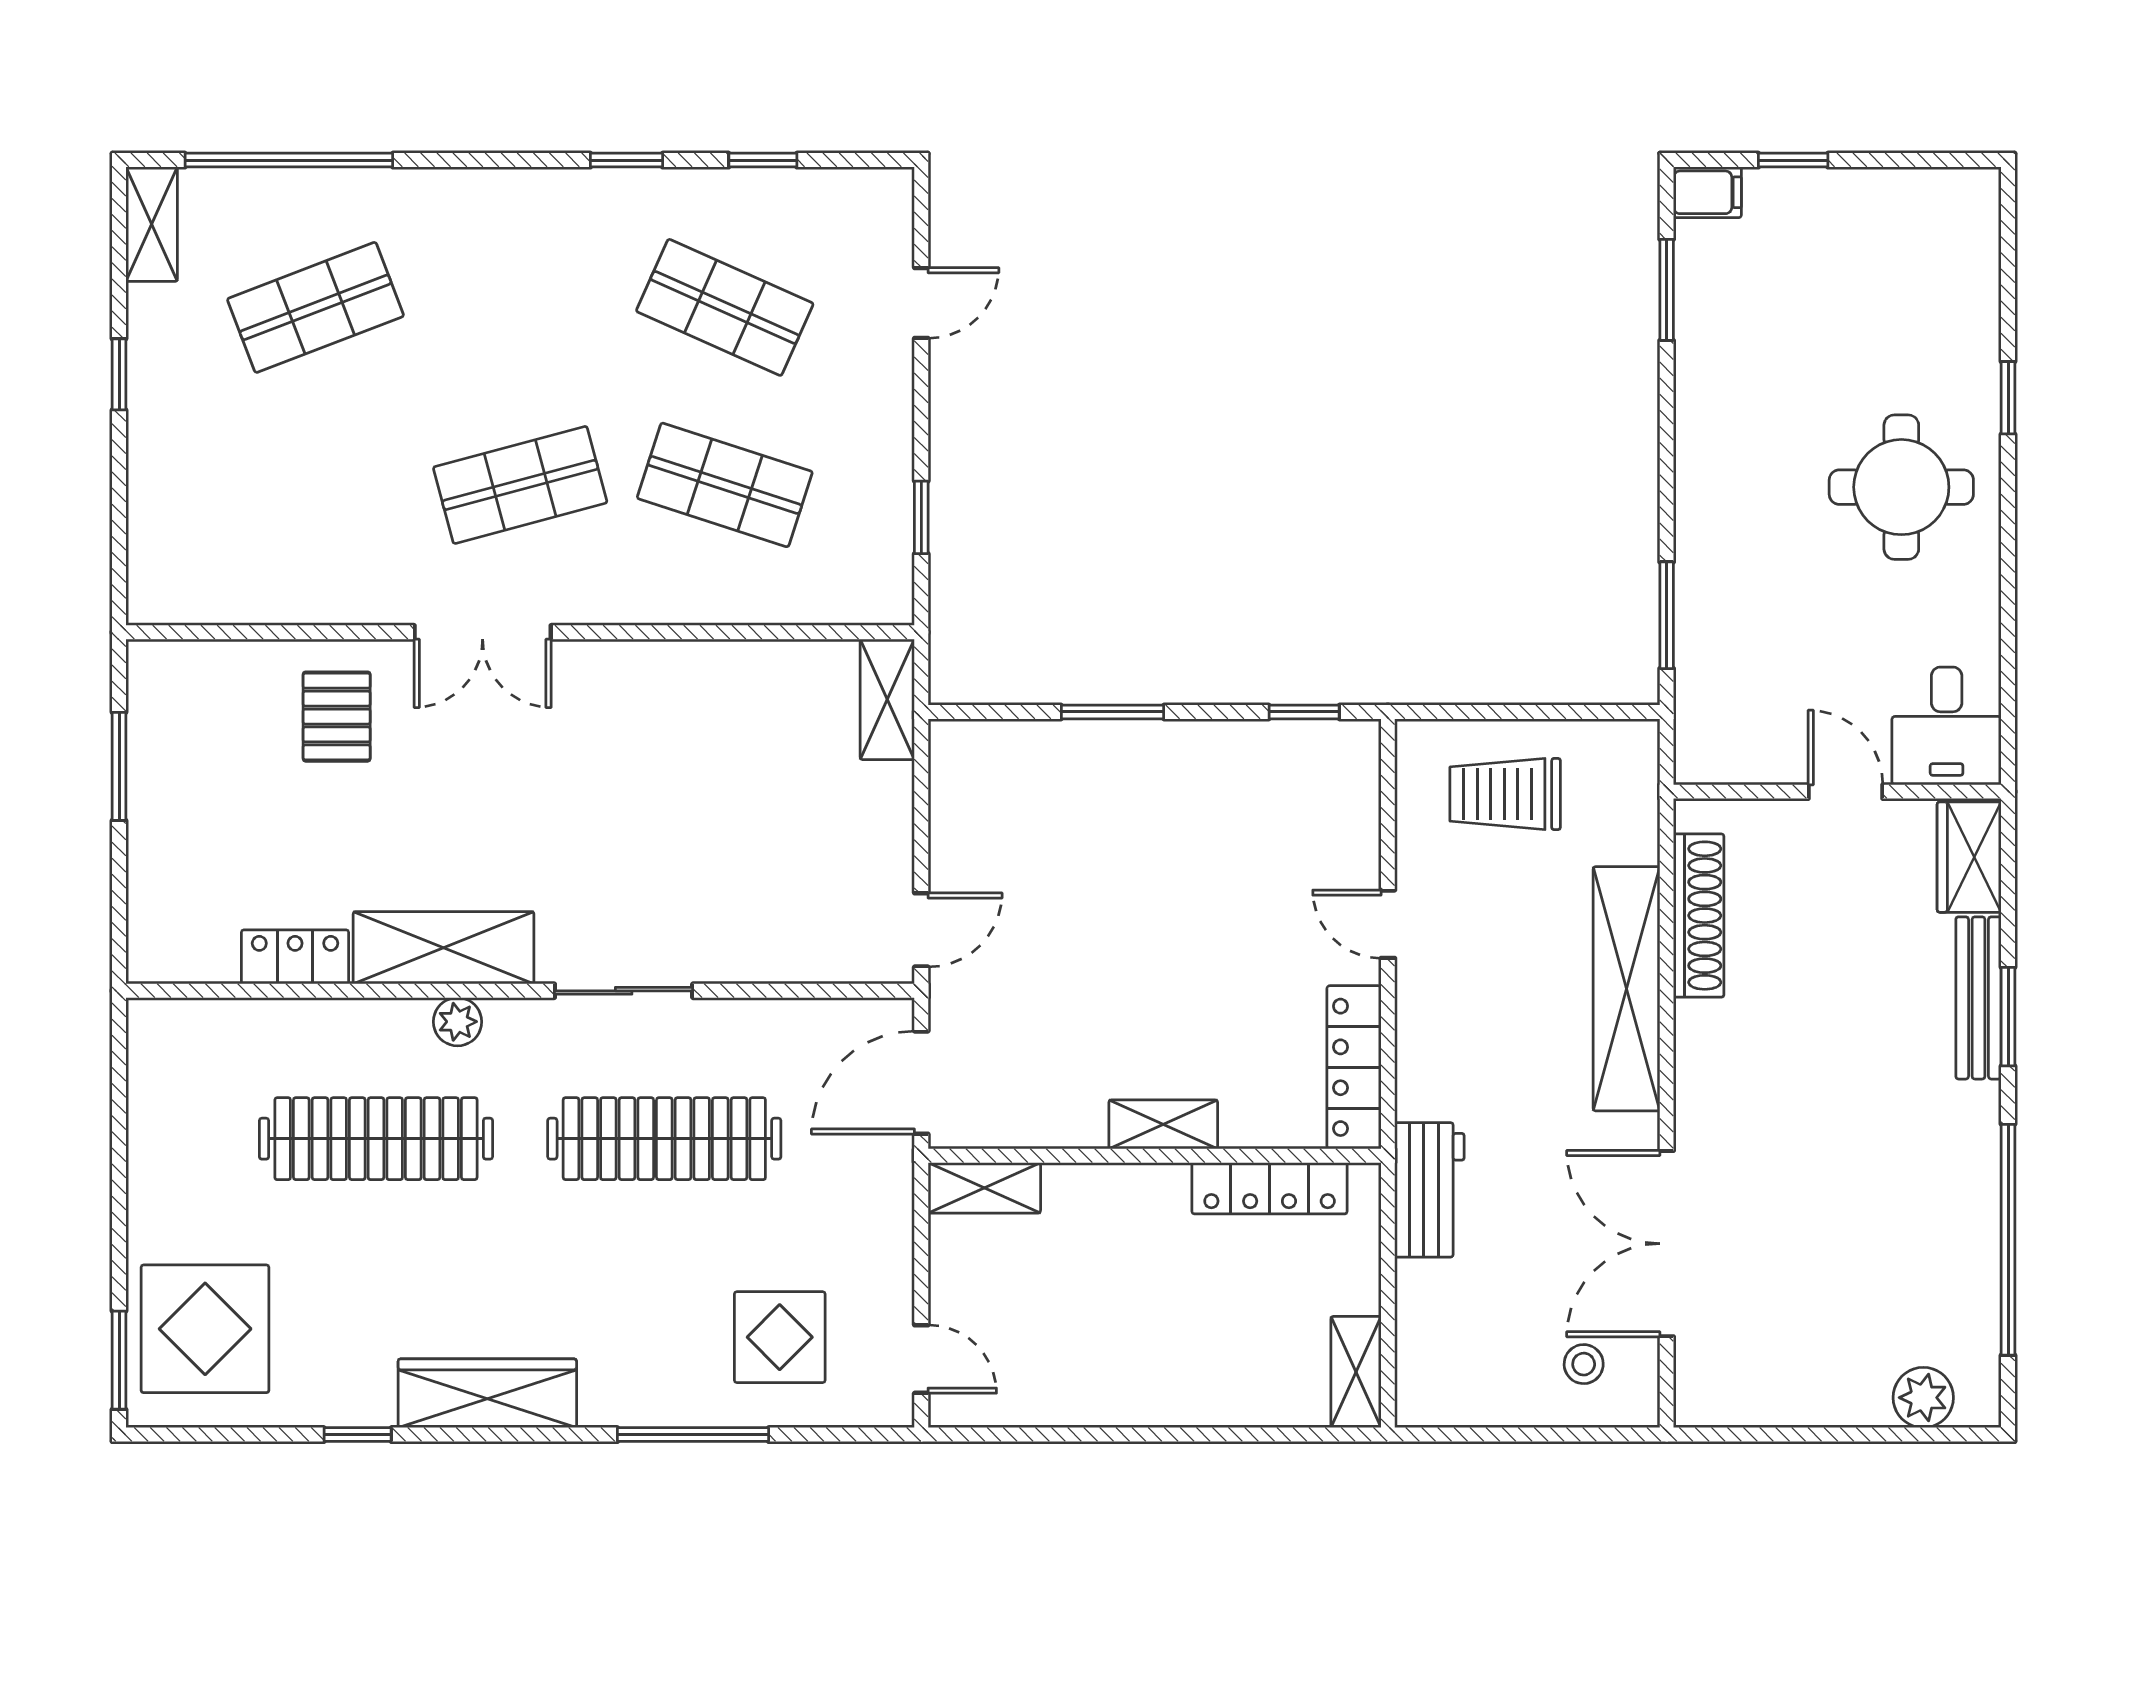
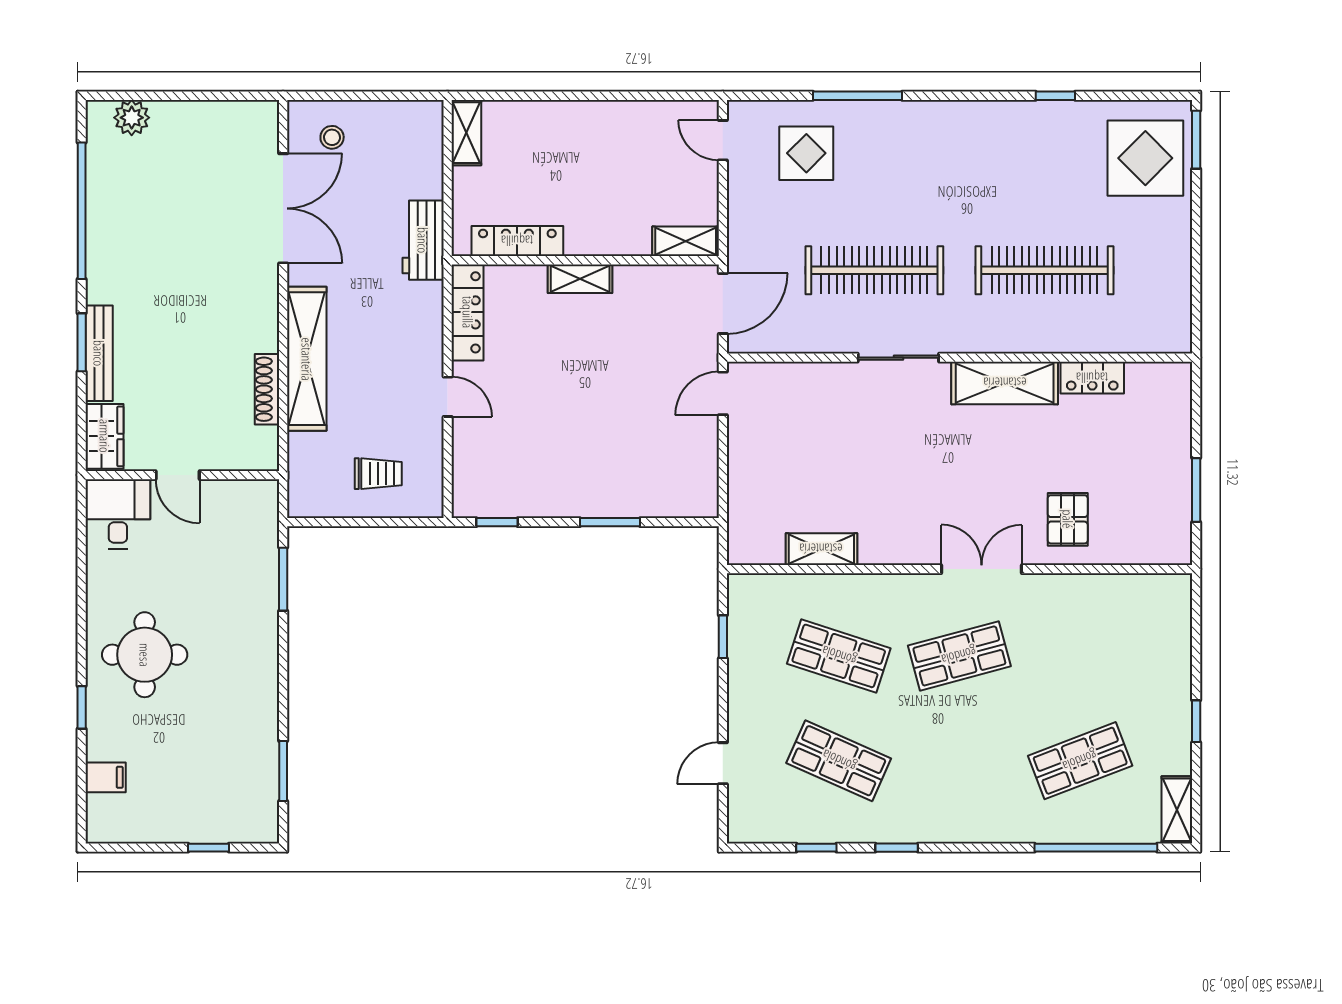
filing cabinet: (1707, 192) -> (106, 777), moved, turned 180
shelving: (887, 699) -> (821, 549), moved, turned 90
trolley: (1505, 794) -> (378, 474), width x0.73, depth x0.72
shoe rack: (1699, 916) -> (267, 389), width x0.74, depth x0.81
plant: (457, 1022) -> (996, 339), removed
wardrobe: (487, 1393) -> (979, 120), removed

